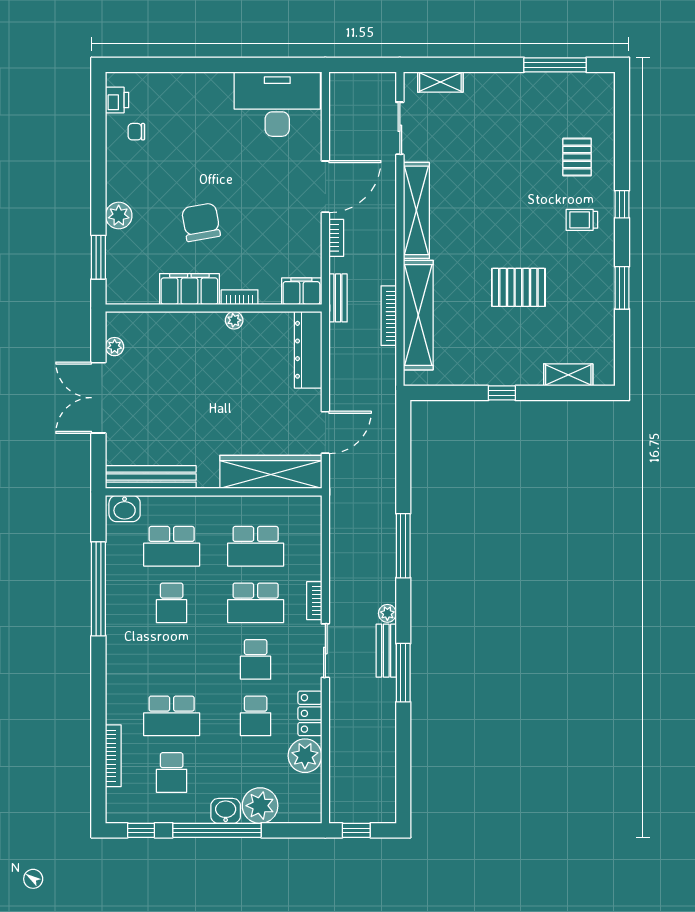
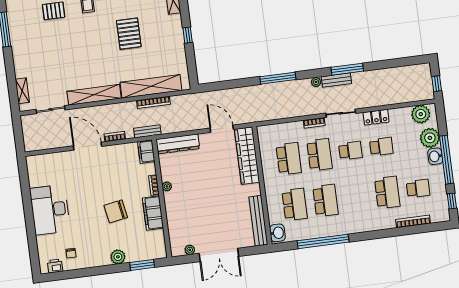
desk: (277, 104) -> (50, 210), moved
school desk: (172, 603) -> (326, 200), width x1.85
plant: (305, 756) -> (421, 114), moved

